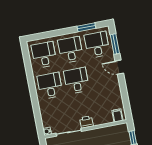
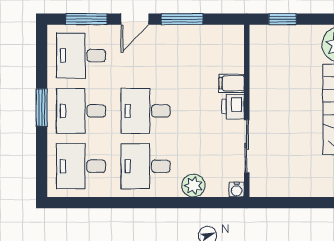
window: (86, 27) -> (42, 108), moved
window: (124, 90) -> (182, 19), added
plant: (45, 110) -> (193, 186), added
filing cabinet: (117, 115) -> (232, 83), moved

